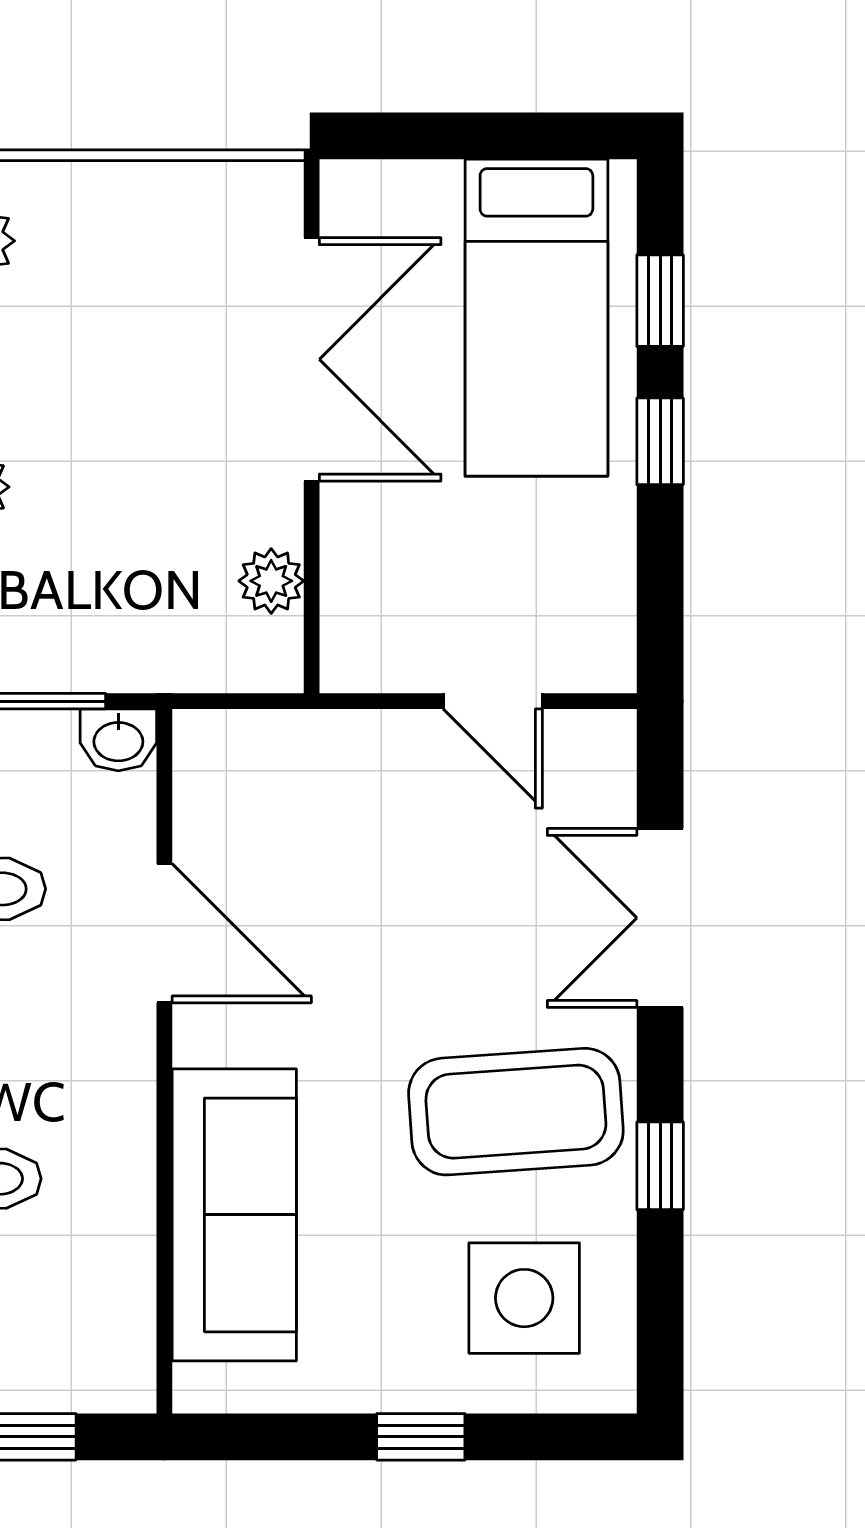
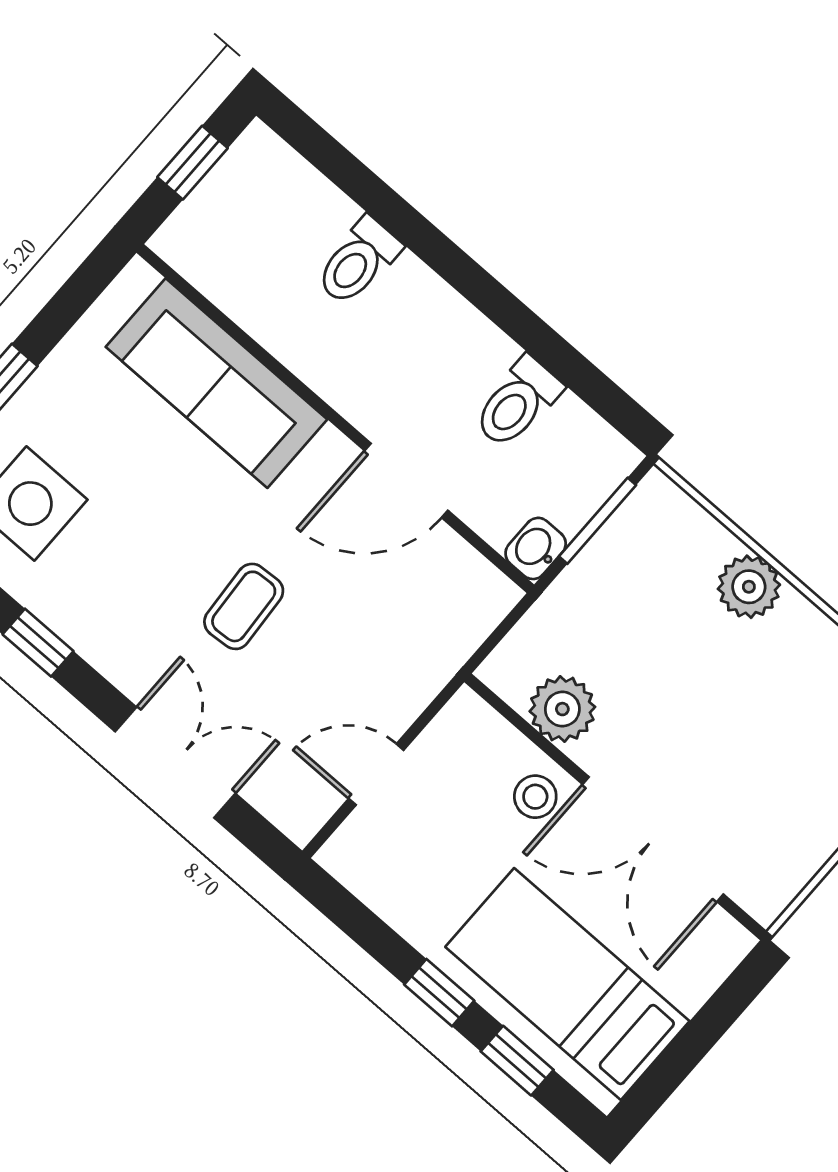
stool: (373, 518) -> (535, 797), added
plant: (271, 581) -> (562, 709), width x1.38, depth x1.38
coffee table: (516, 1112) -> (244, 606), moved, width x0.54, depth x0.58

